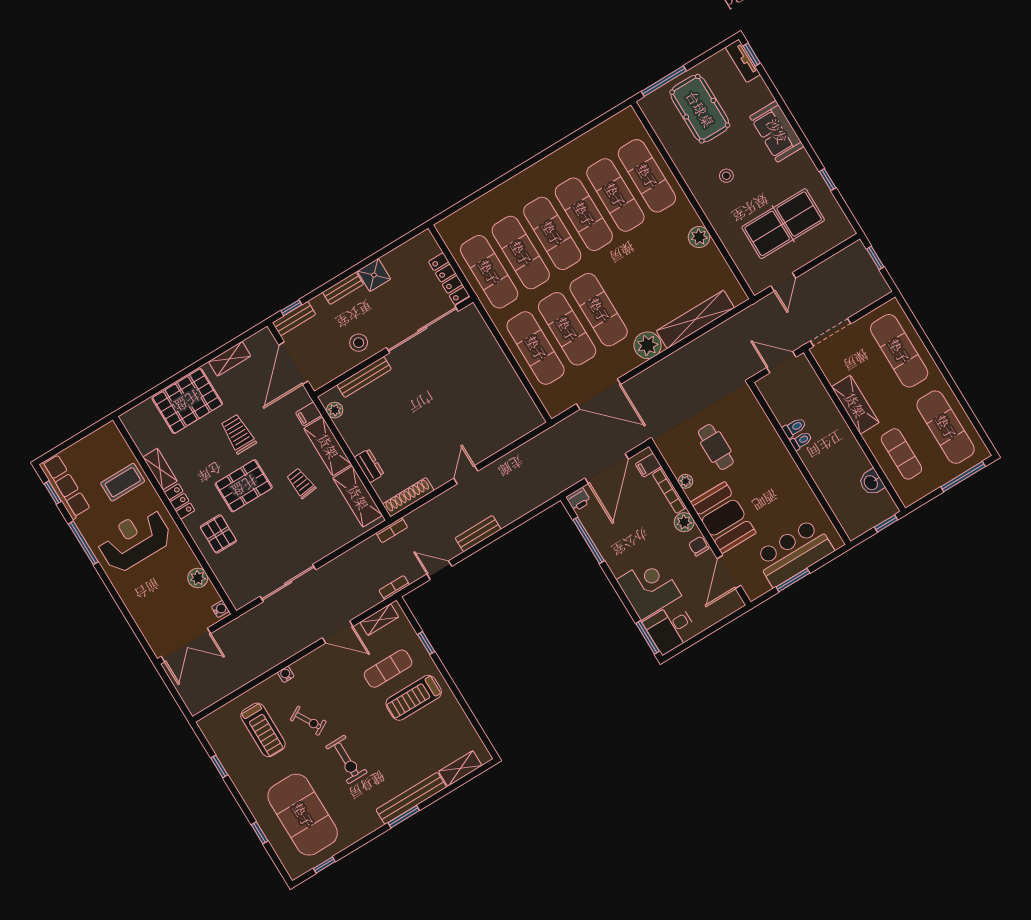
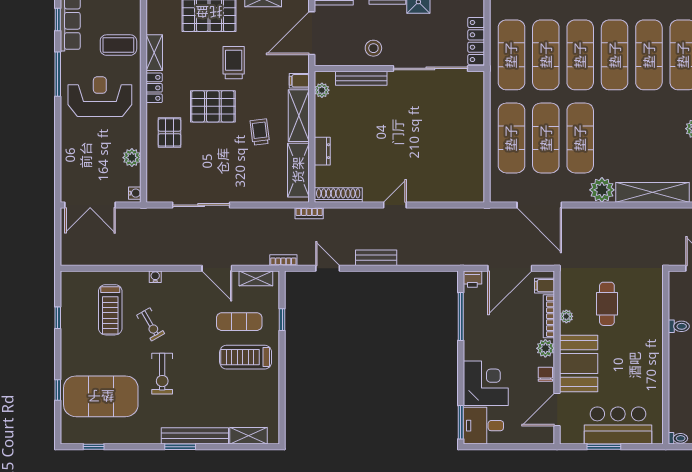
toilet: (801, 441) -> (678, 438), moved
exercise mat: (303, 815) -> (101, 396), turned 90

